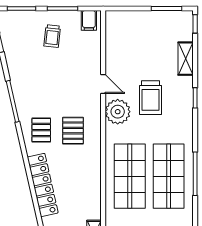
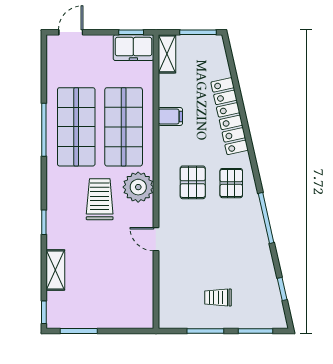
filing cabinet: (89, 20) -> (170, 116), moved, turned 90
trolley: (52, 36) -> (218, 297), turned -96
trolley: (150, 98) -> (100, 199), moved
plant: (118, 112) -> (138, 187), moved

